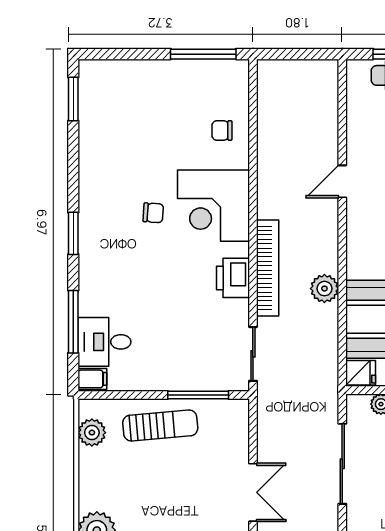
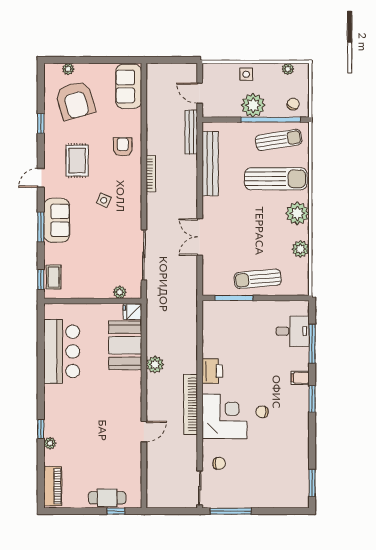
bookcase: (268, 268) -> (191, 404), moved
sliding door: (253, 354) -> (200, 488), moved
filing cabinet: (92, 379) -> (300, 378), moved
plant: (92, 433) -> (300, 249), moved

